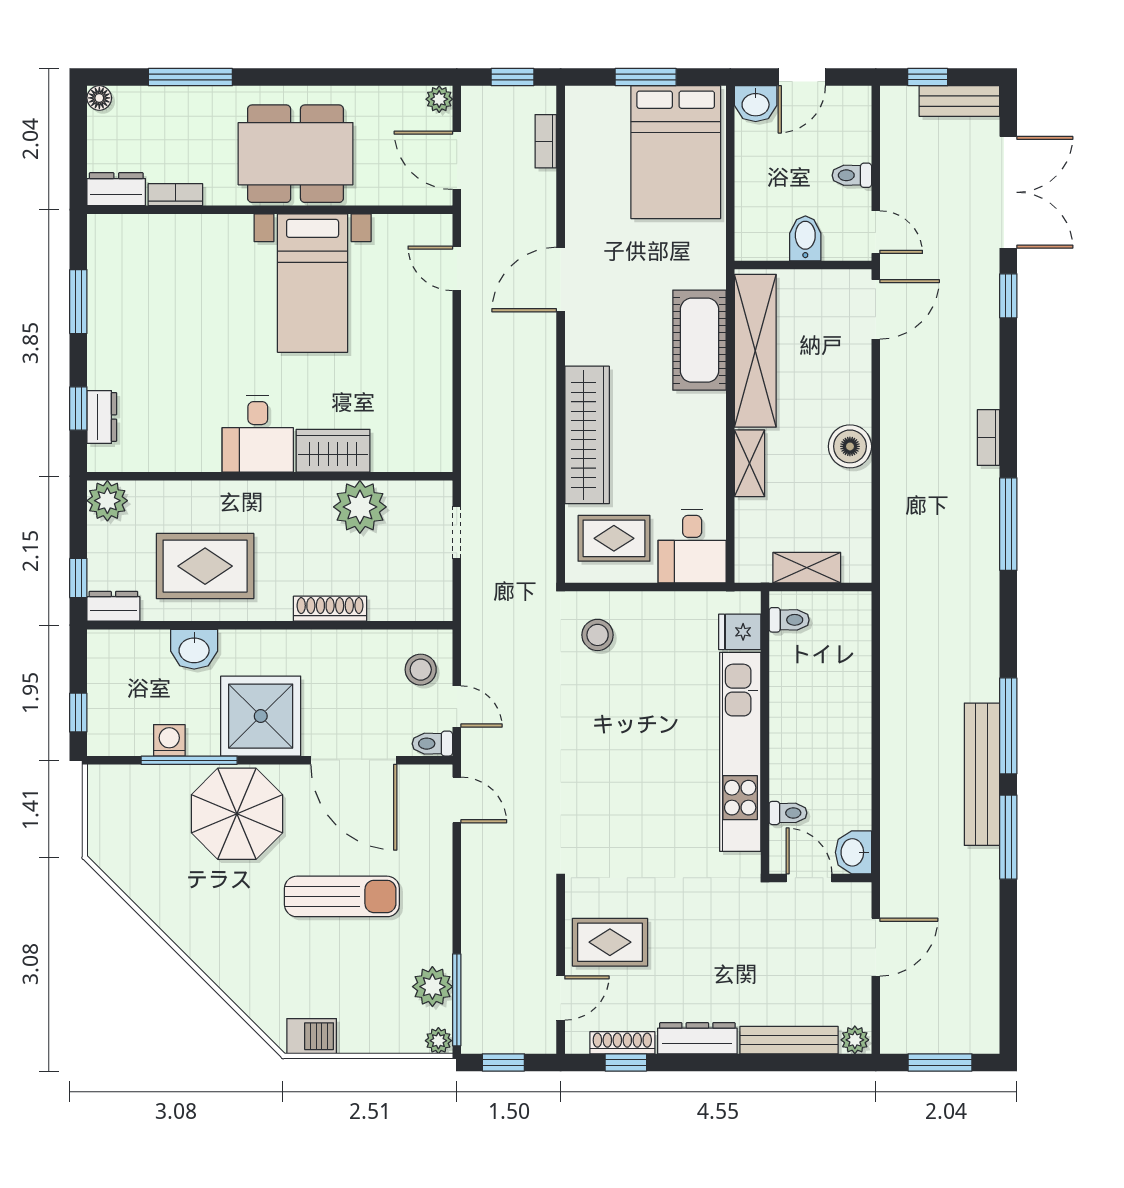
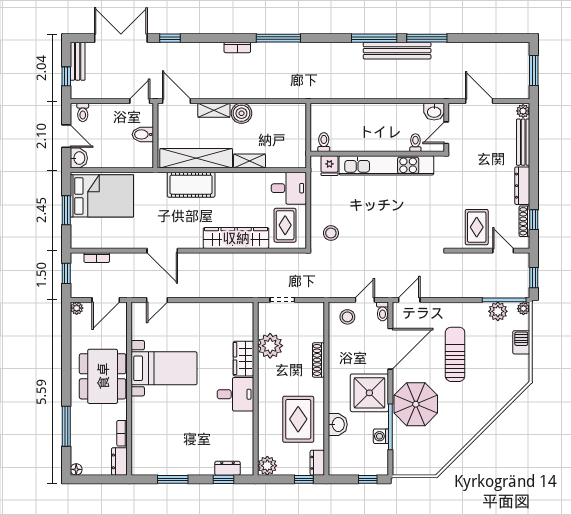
toilet: (852, 175) -> (83, 112), moved
shelving: (807, 568) -> (214, 110), moved, turned 90
barbecue: (312, 1036) -> (521, 342), moved

